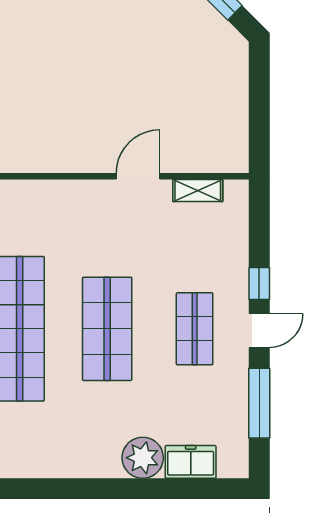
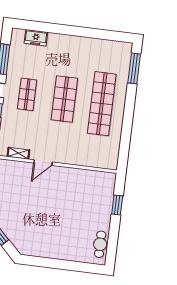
plant: (143, 458) -> (56, 42), removed

